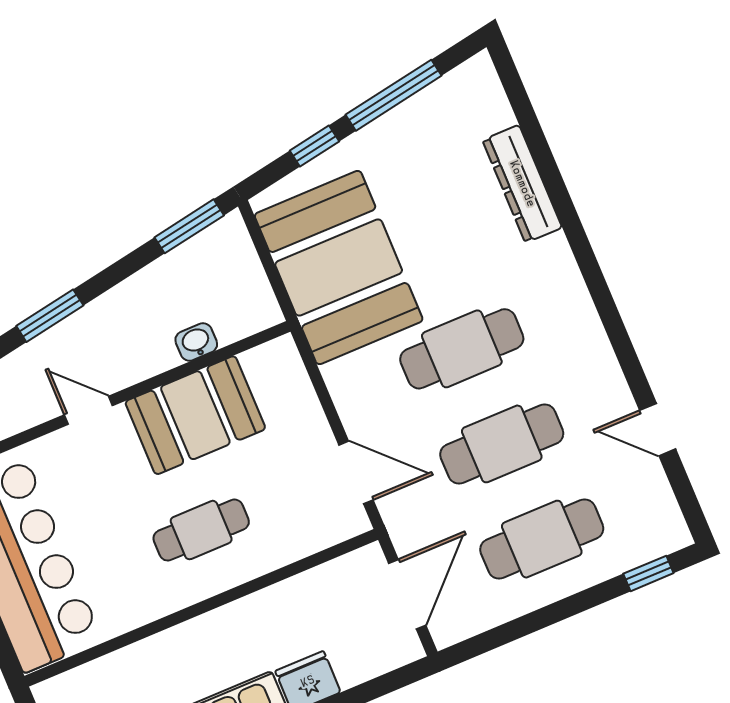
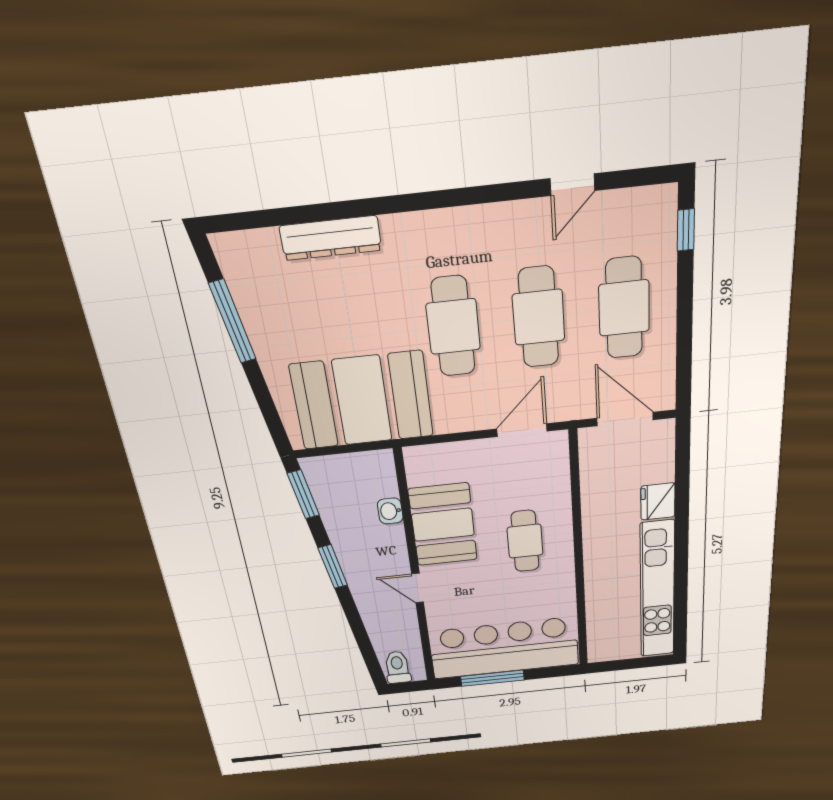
window: (314, 146) -> (262, 392), removed
window: (50, 316) -> (333, 567), moved
door: (88, 410) -> (418, 588), hinge flipped

